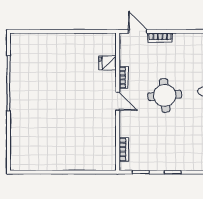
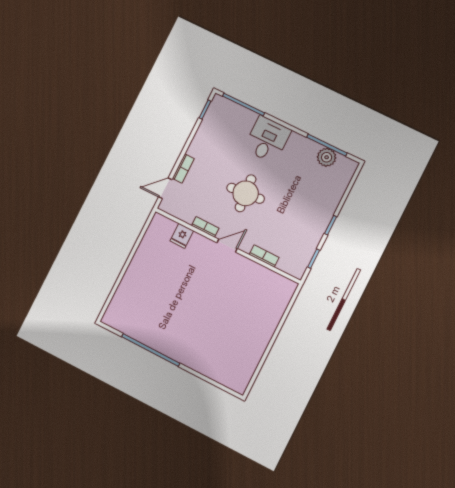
bookcase: (124, 149) -> (264, 256), moved

